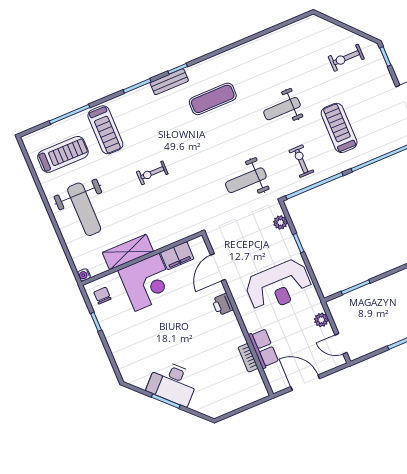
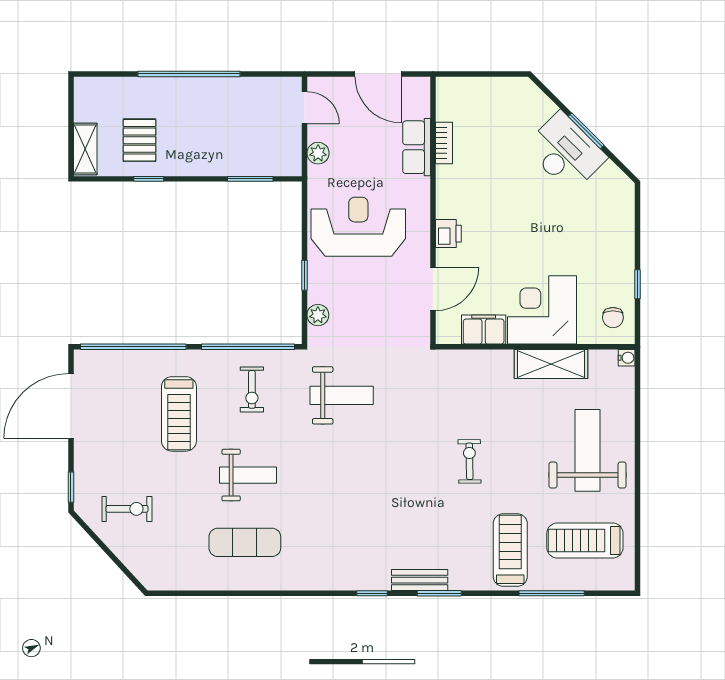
bench: (169, 82) -> (420, 580), moved
exercise mat: (213, 99) -> (245, 542), moved
exercise bike: (152, 173) -> (470, 461), turned -91

